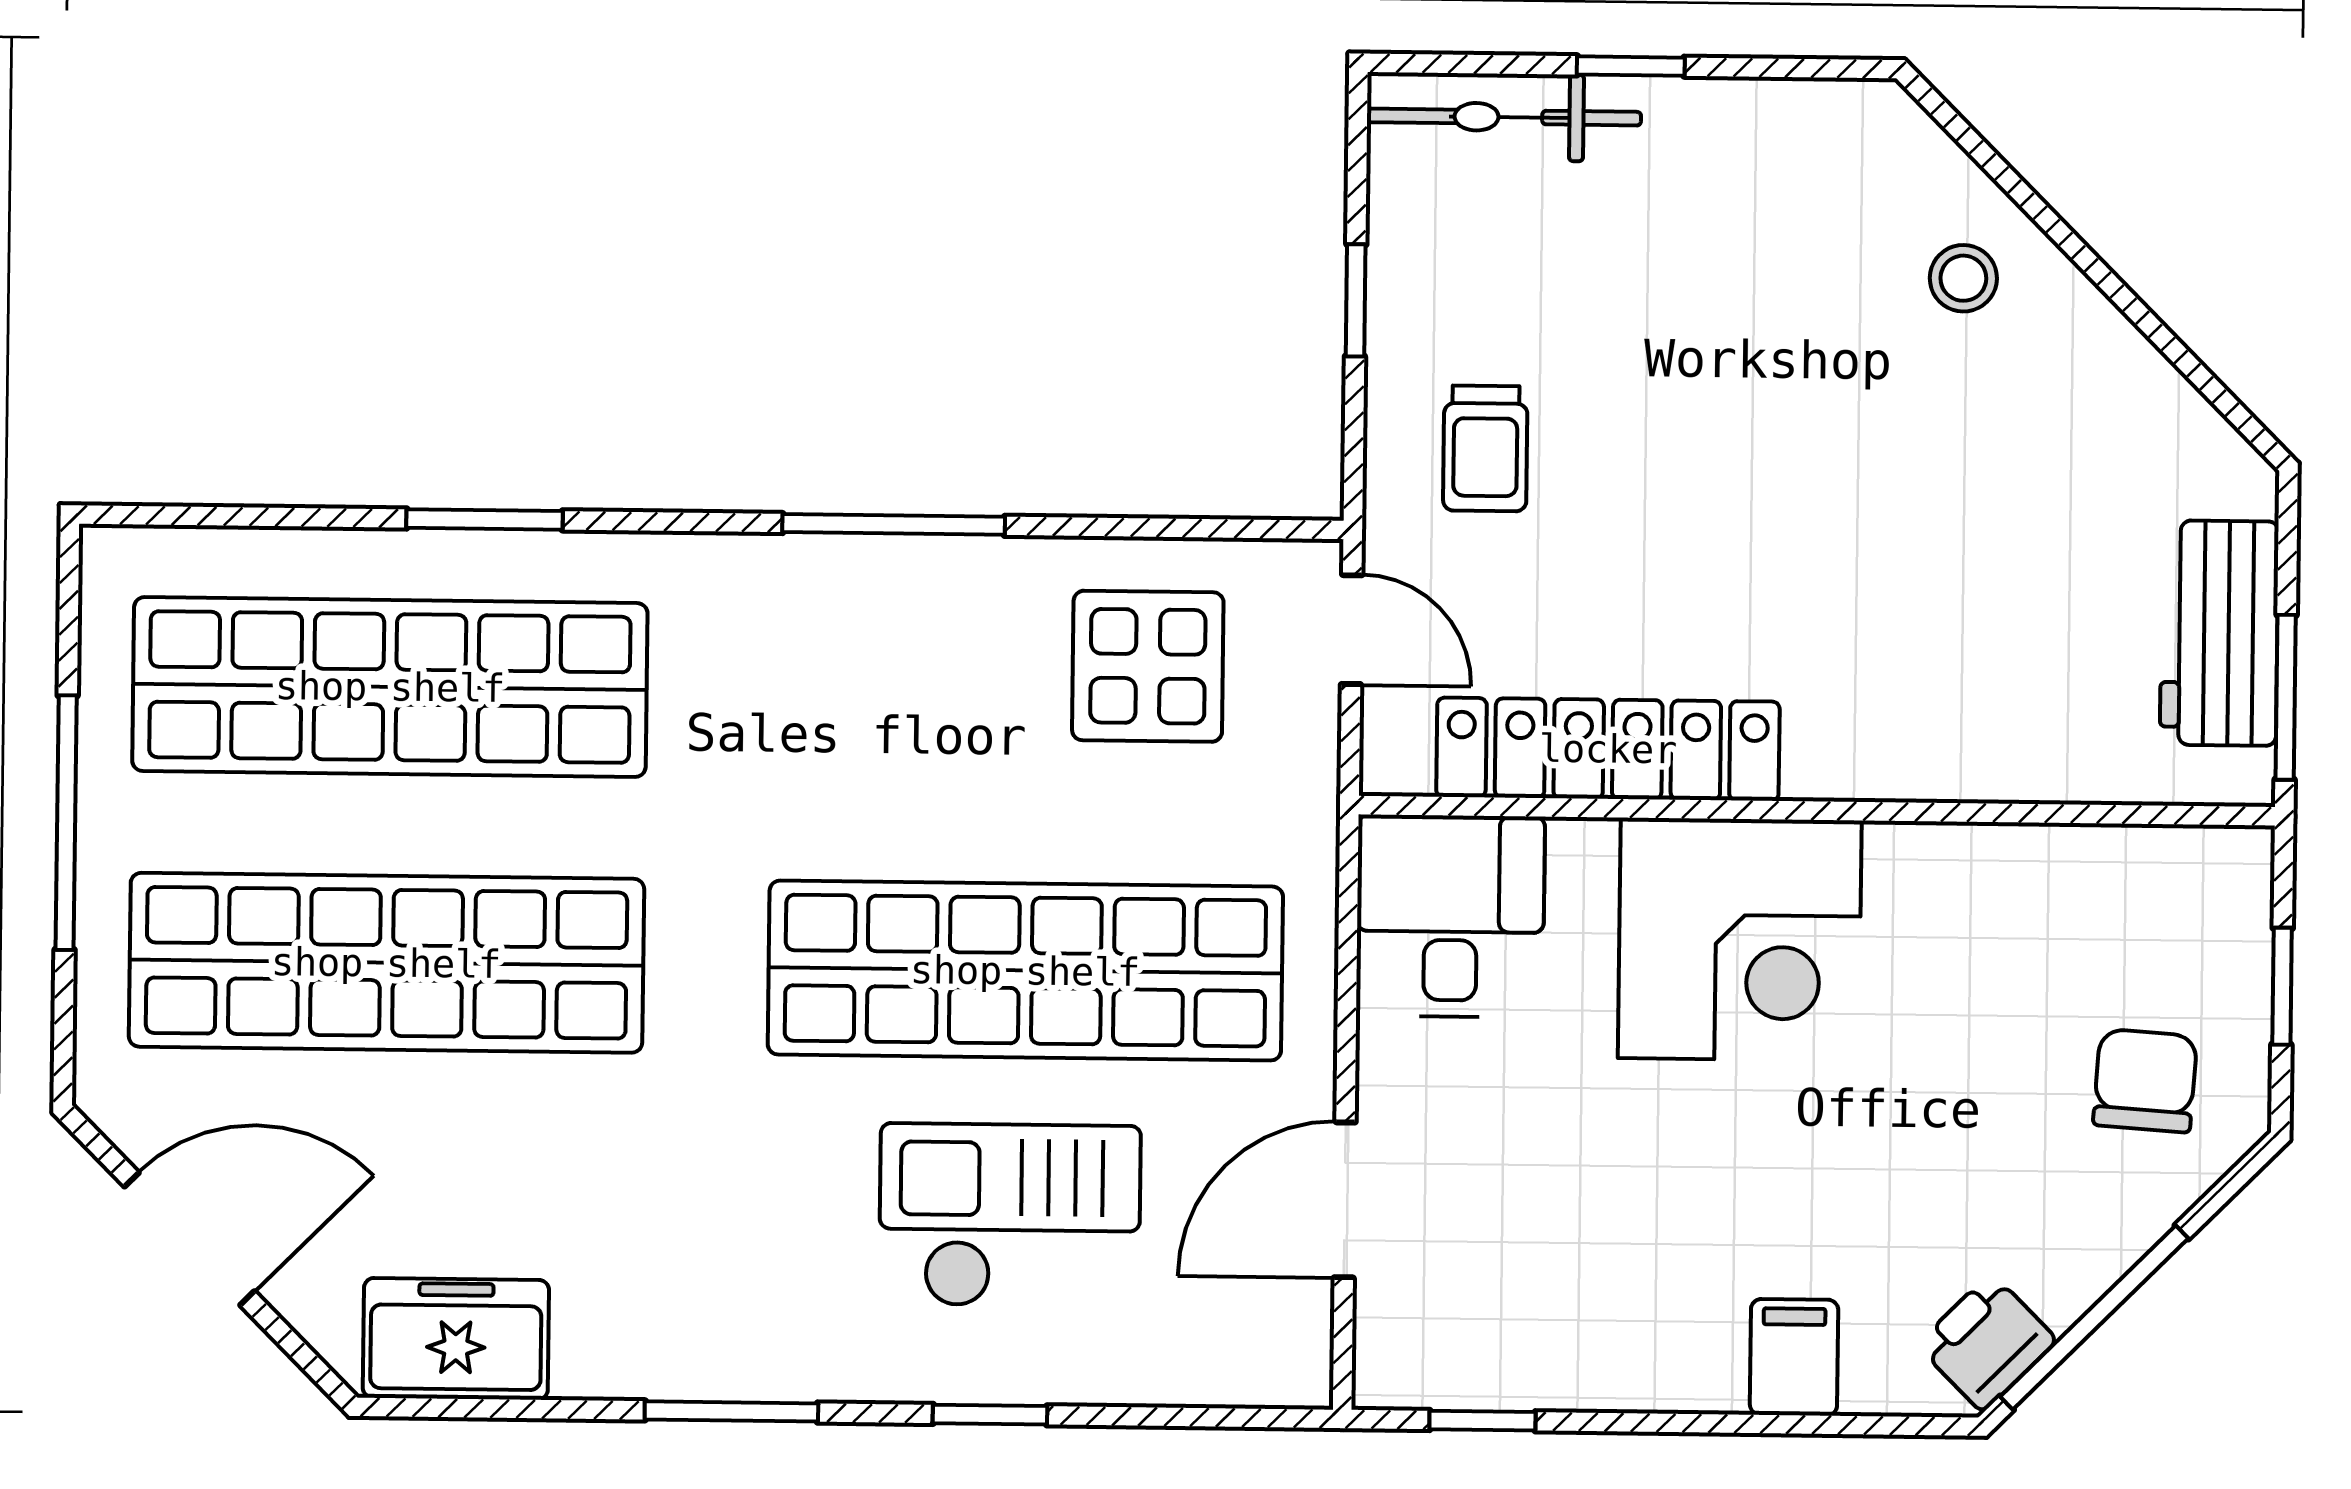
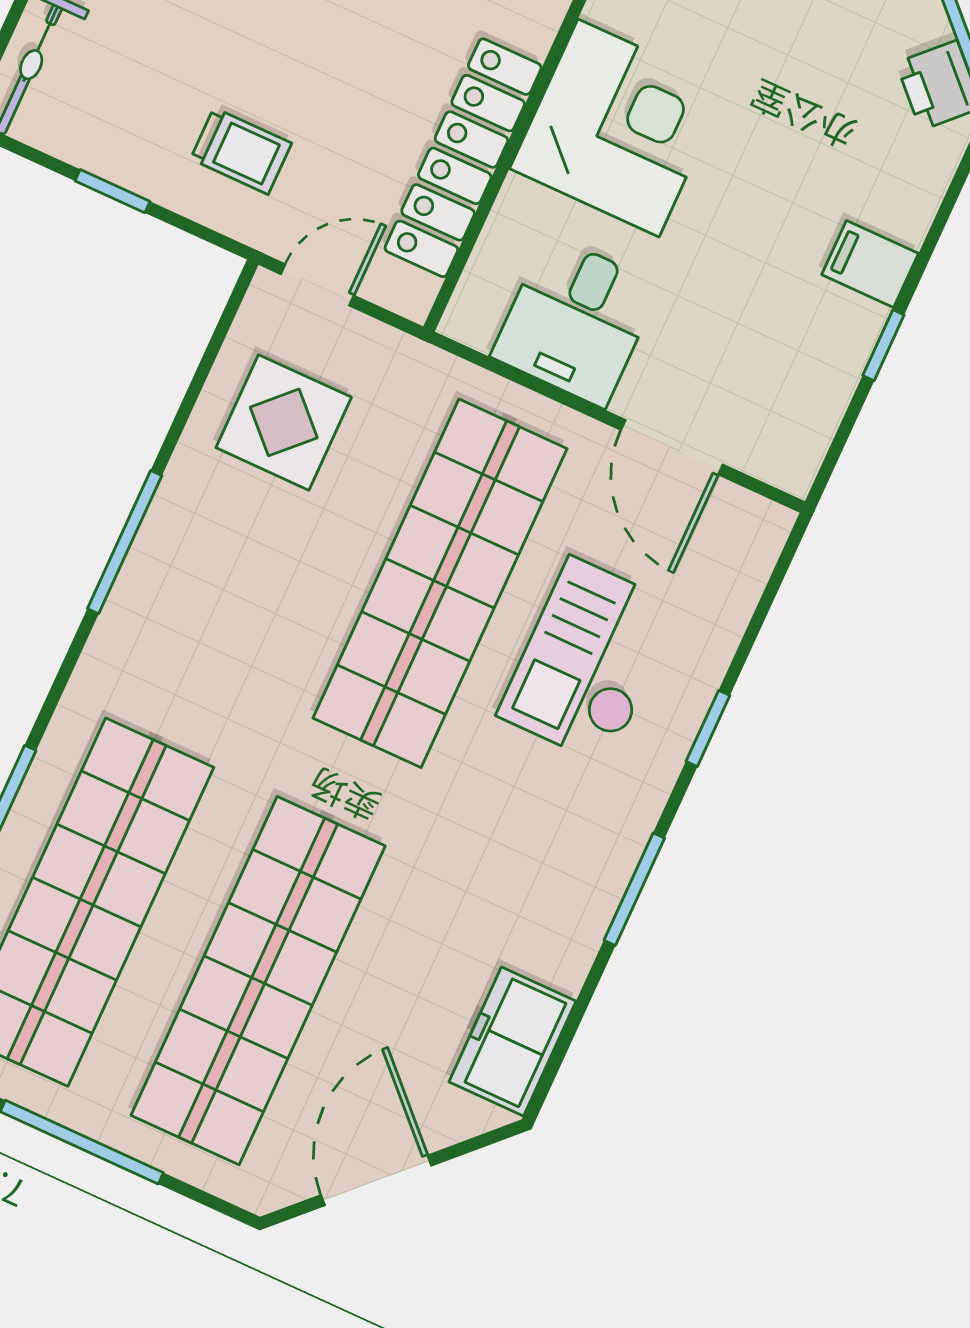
desk: (1450, 916) -> (576, 321), moved, turned -90
filing cabinet: (1794, 1357) -> (870, 264), moved
window: (1482, 1421) -> (883, 345), moved

